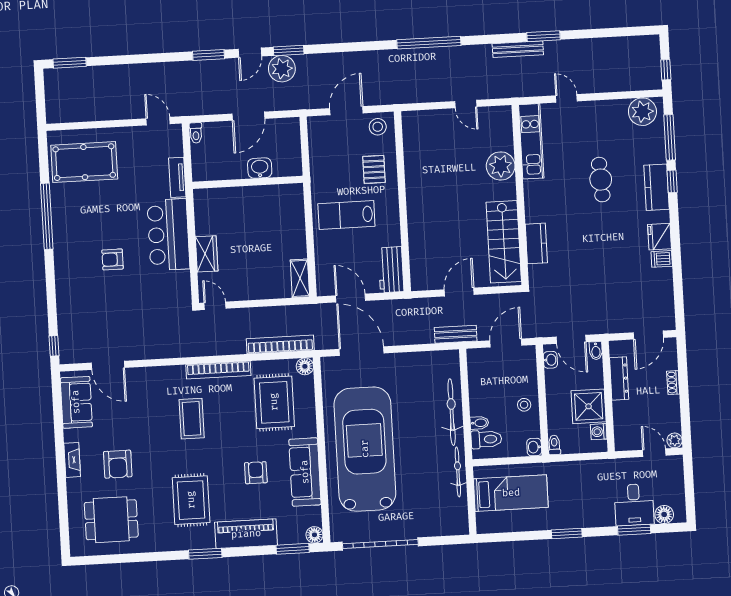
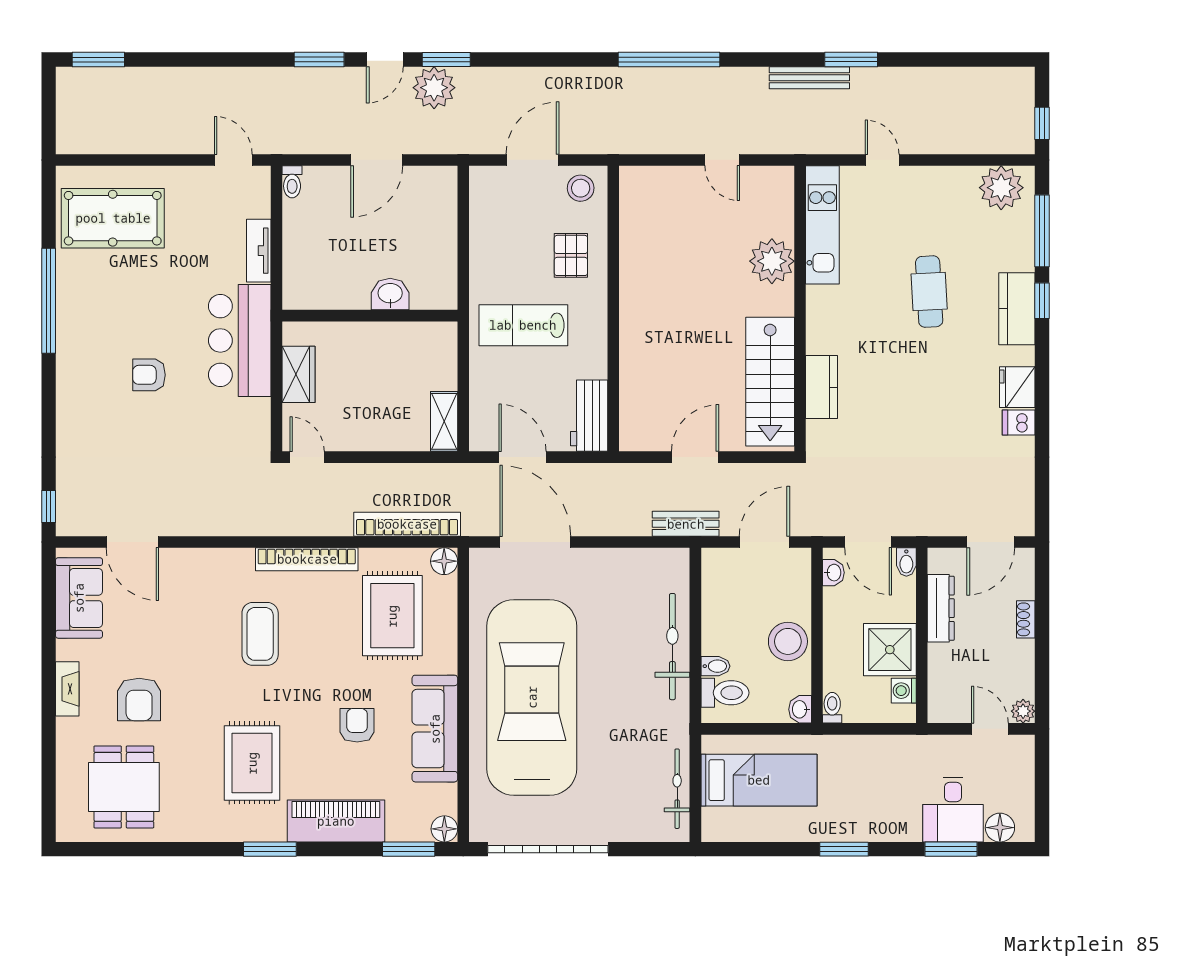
washbasin: (260, 168) -> (390, 294), moved
wall: (248, 182) -> (370, 316), moved
stool: (524, 405) -> (788, 641), width x1.89, depth x1.89
bicycle: (458, 472) -> (677, 789), moved
dining table: (111, 520) -> (124, 787), turned 90

